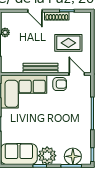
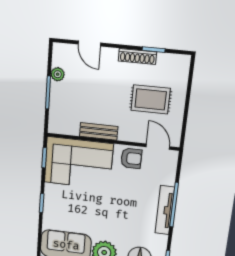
door: (35, 11) -> (89, 44), moved
bench: (40, 68) -> (99, 131), width x0.73
tv unit: (86, 118) -> (165, 210), added

